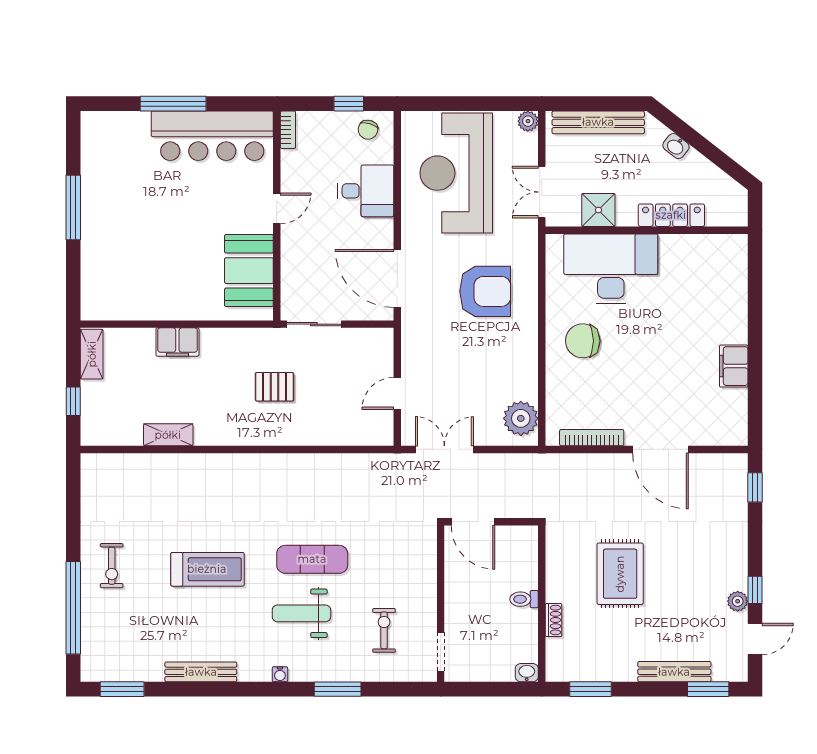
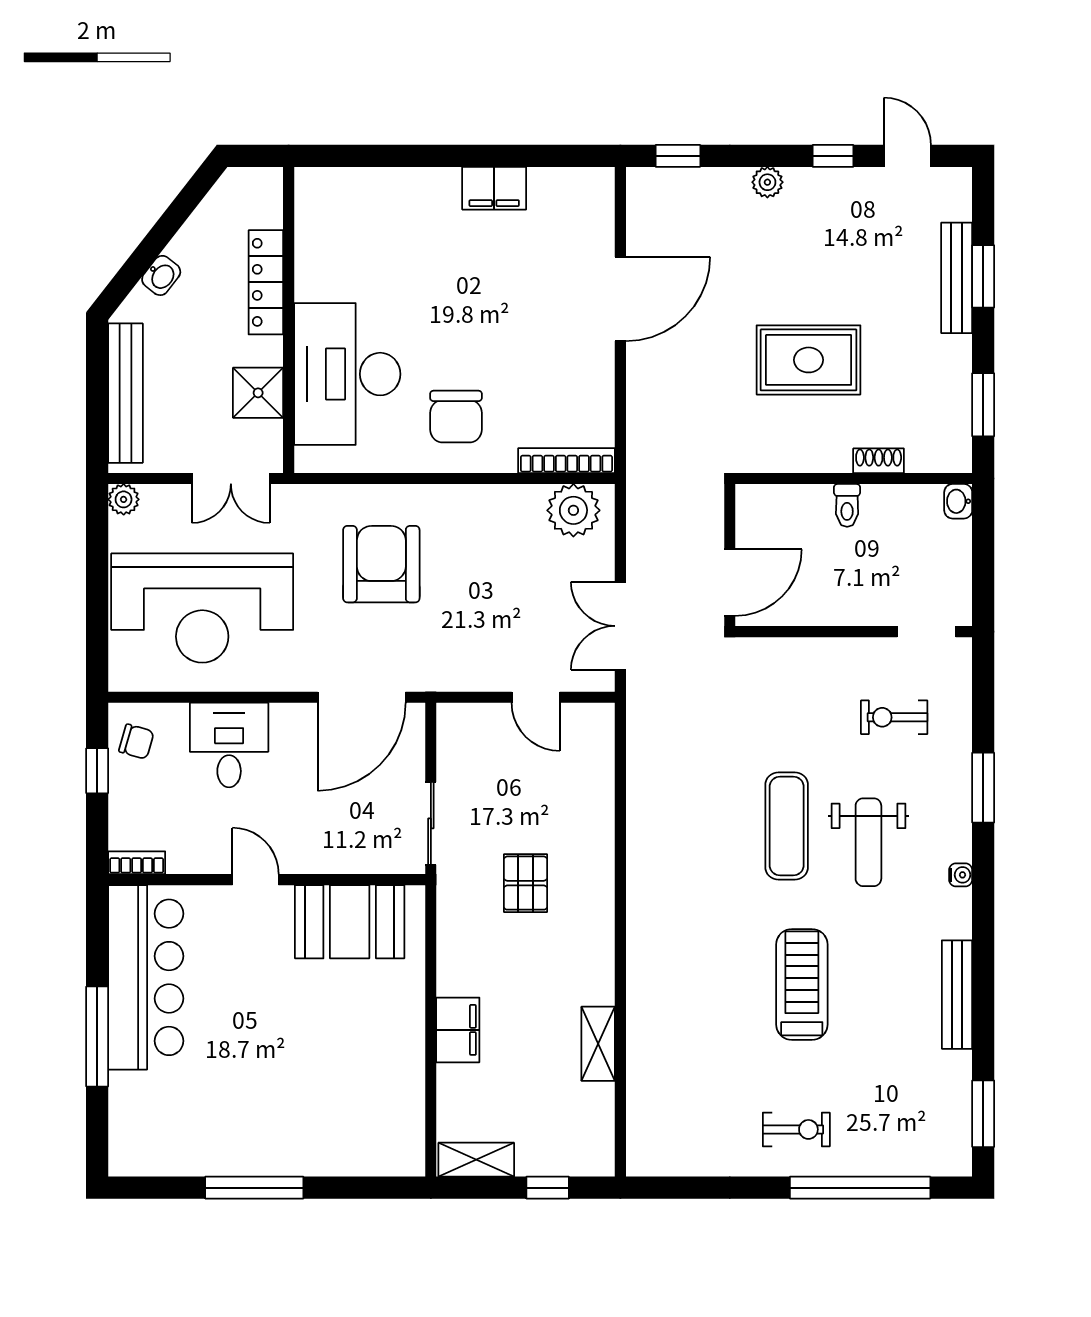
bookcase: (592, 438) -> (566, 461), moved, turned 90
plant: (738, 601) -> (767, 182), moved
window: (708, 689) -> (983, 276), moved

